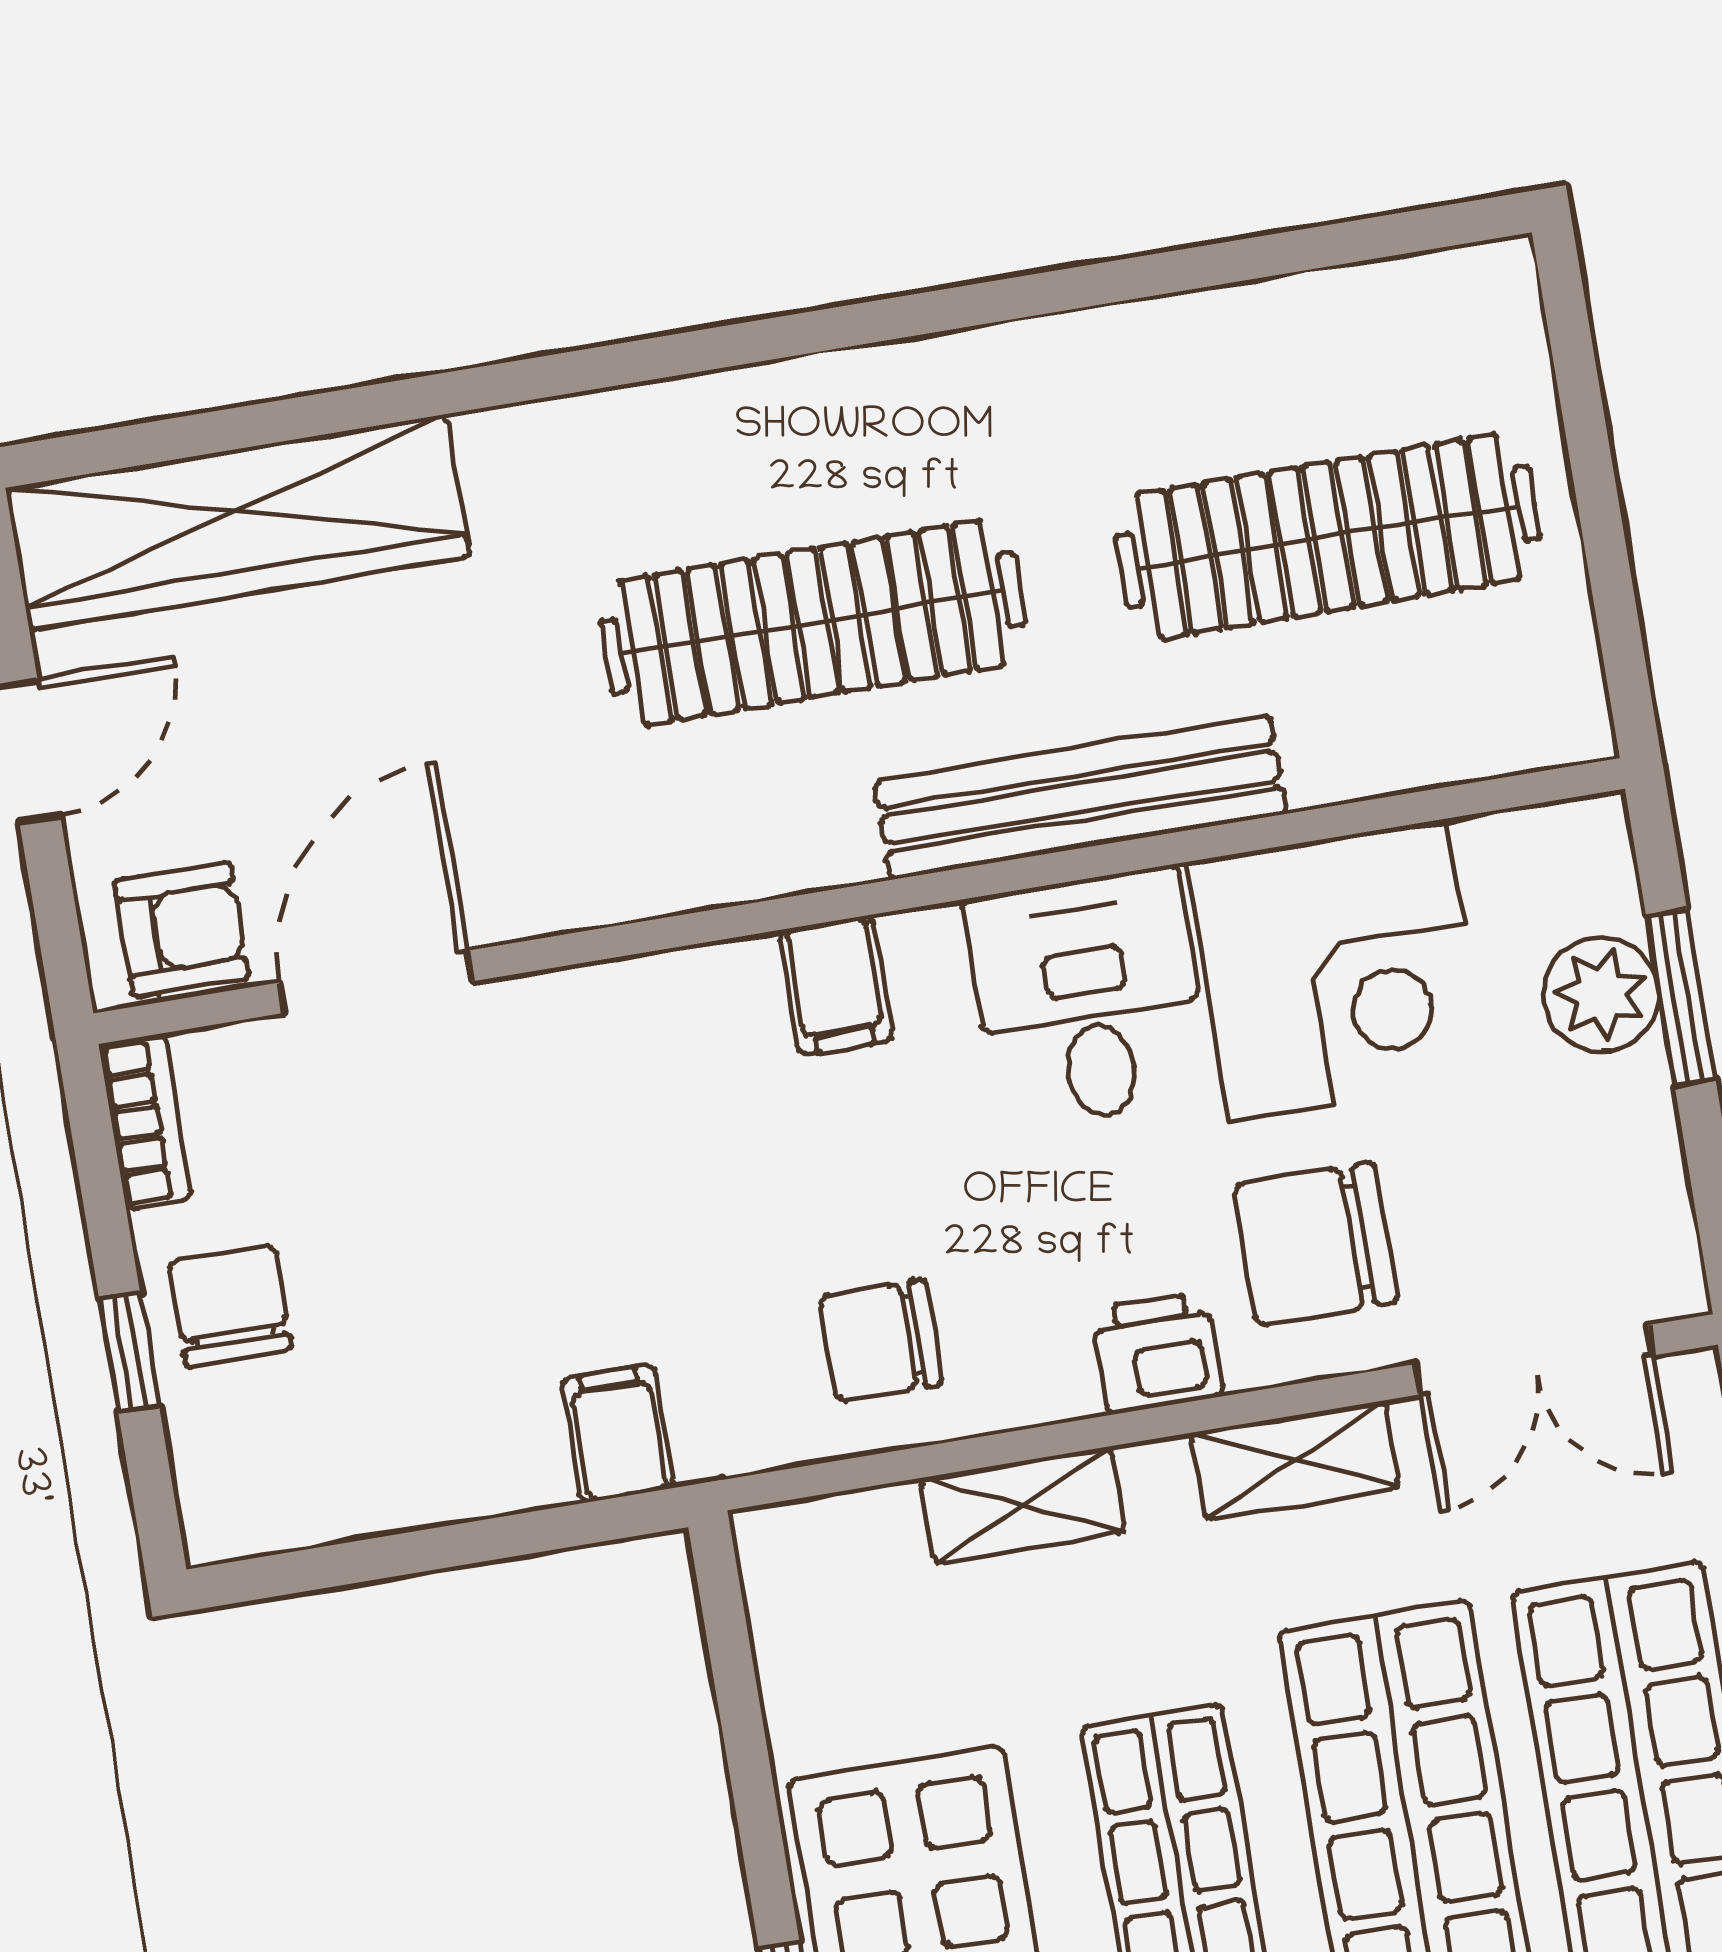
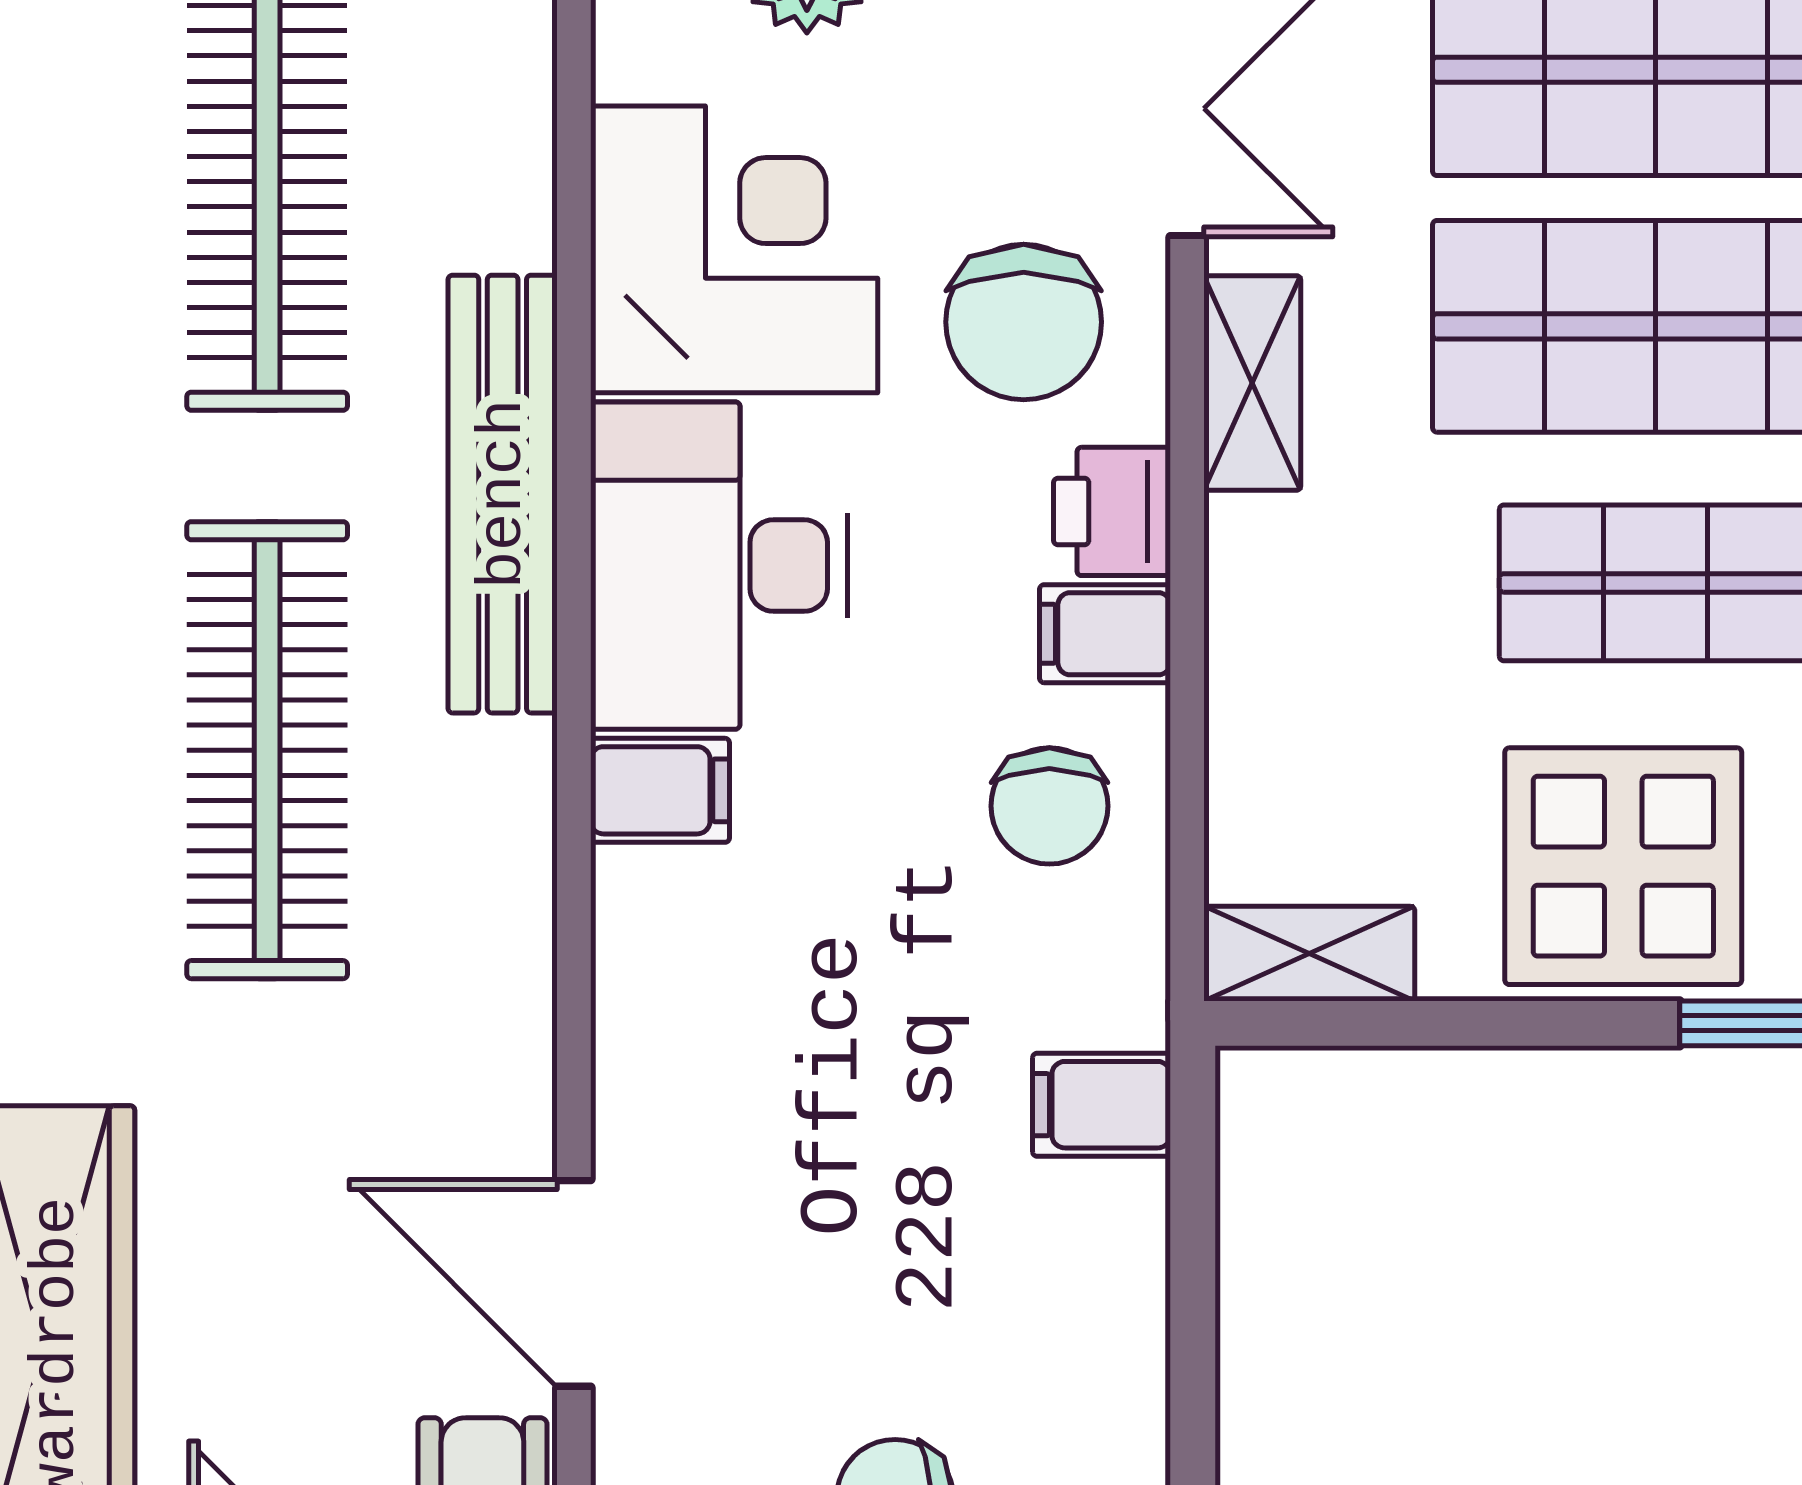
desk: (1089, 998) -> (719, 566), width x1.37
filing cabinet: (1045, 1365) -> (1105, 634), added
shelving: (1023, 1505) -> (1309, 954), moved, turned 90

